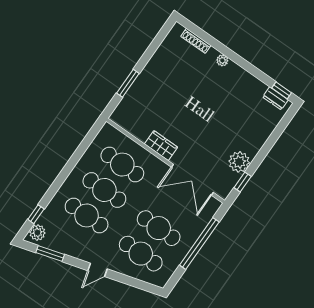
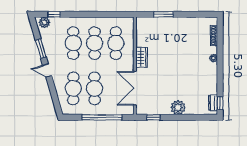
plant: (239, 162) -> (178, 107), moved
window: (50, 253) -> (41, 49), moved

